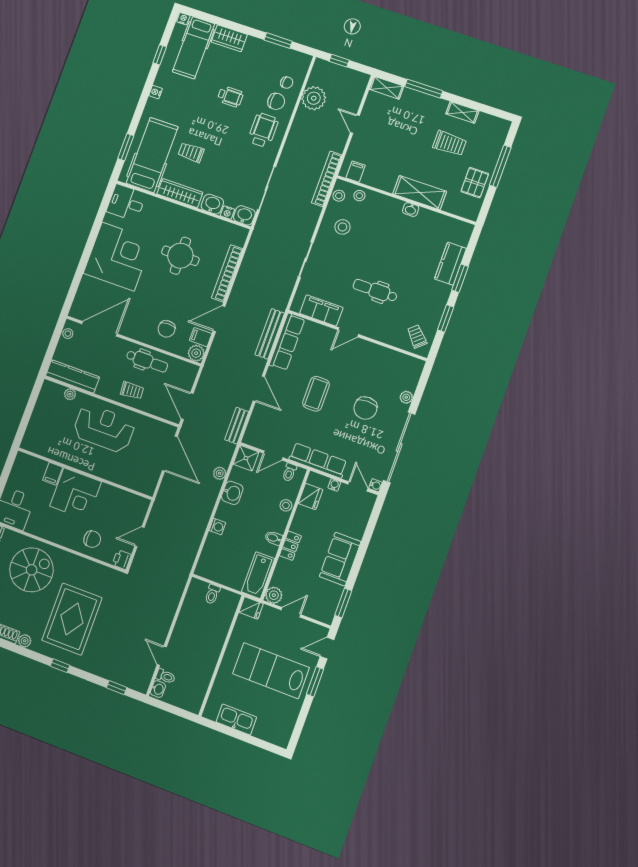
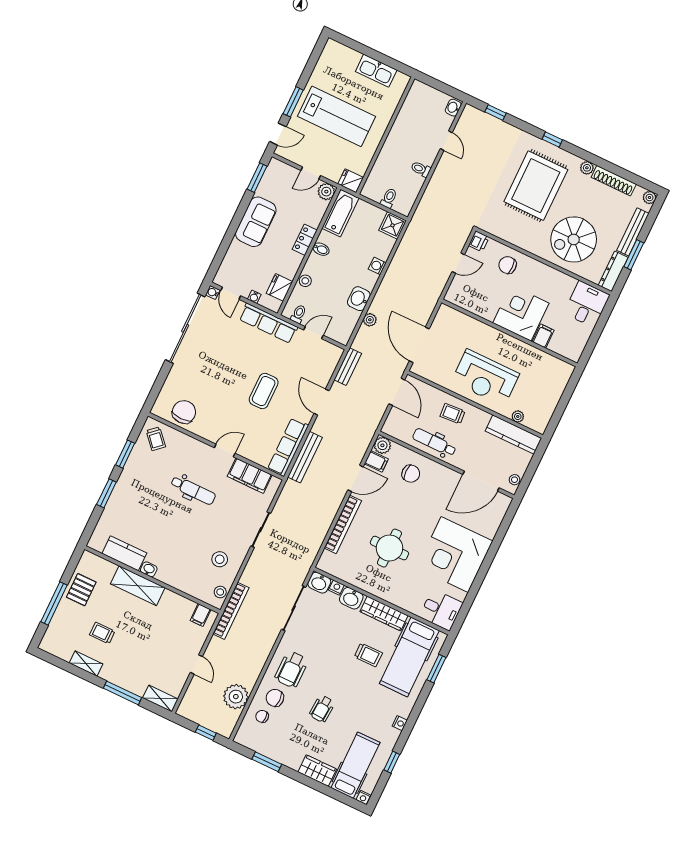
wheelchair: (230, 97) -> (322, 709), turned -86
trolley: (450, 143) -> (102, 633), width x0.73, depth x0.72
stool: (359, 196) -> (199, 590), removed
kitchen counter: (450, 264) -> (124, 553), moved, turned -90
chair: (167, 329) -> (411, 474), turned 90
plant: (406, 397) -> (173, 378), removed
chair: (365, 408) -> (184, 412), moved
shower: (246, 458) -> (393, 225), moved
toilet: (166, 676) -> (421, 169), moved

